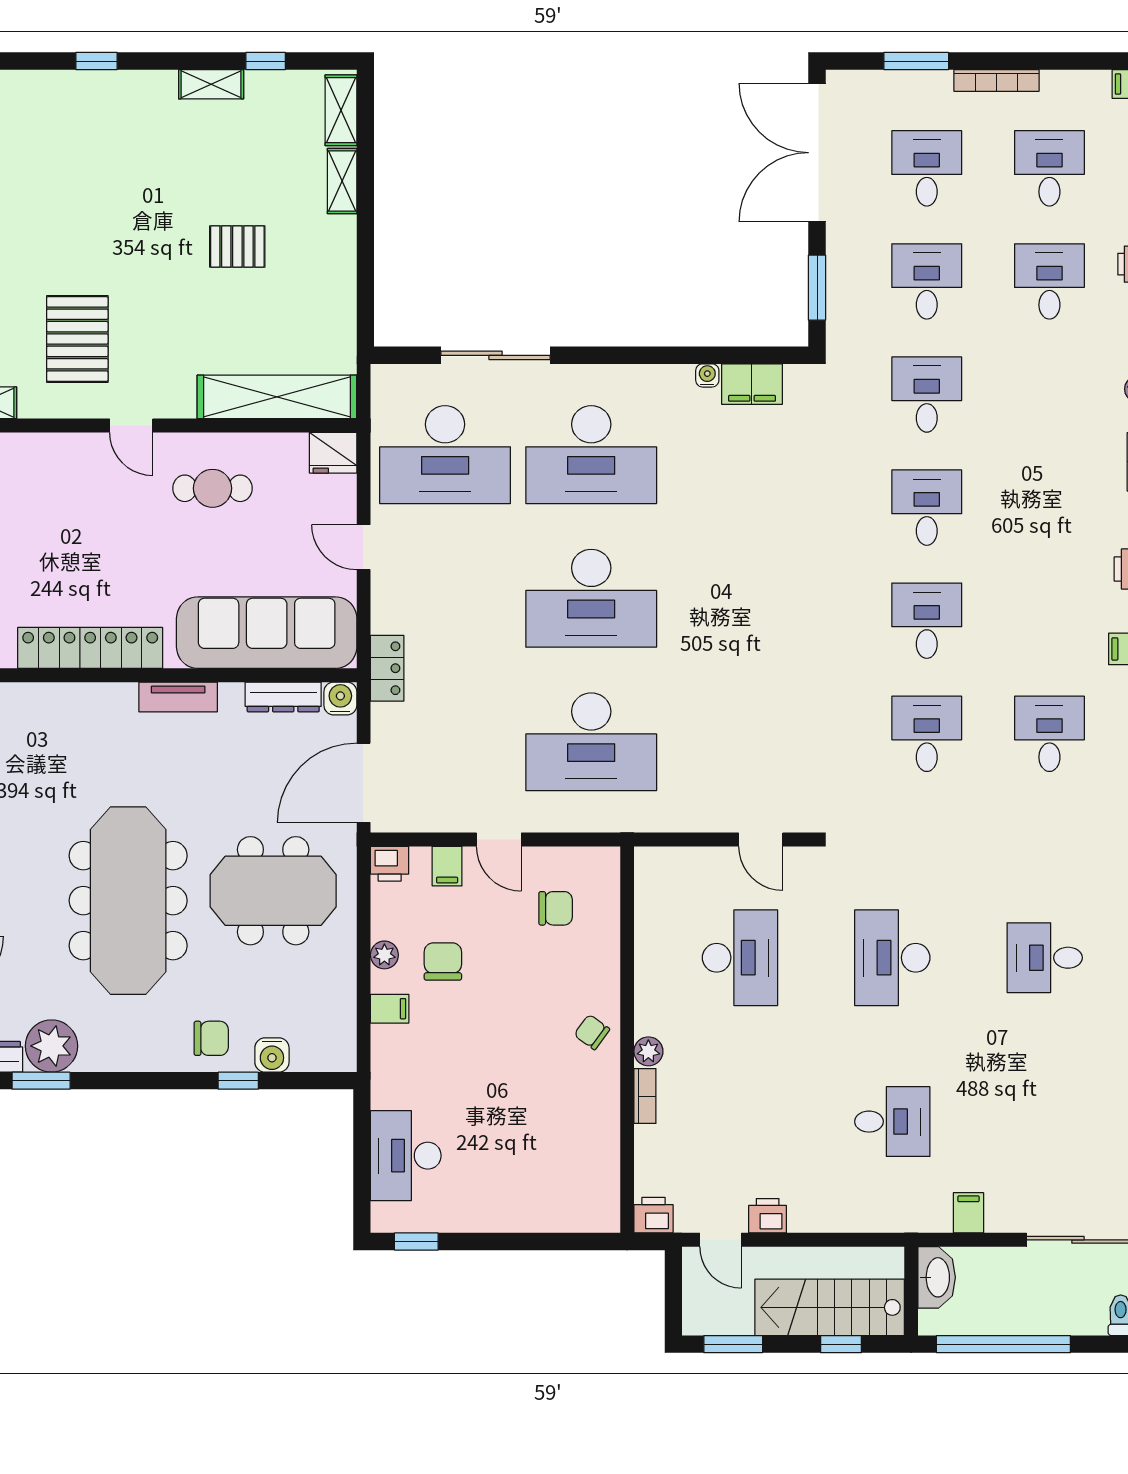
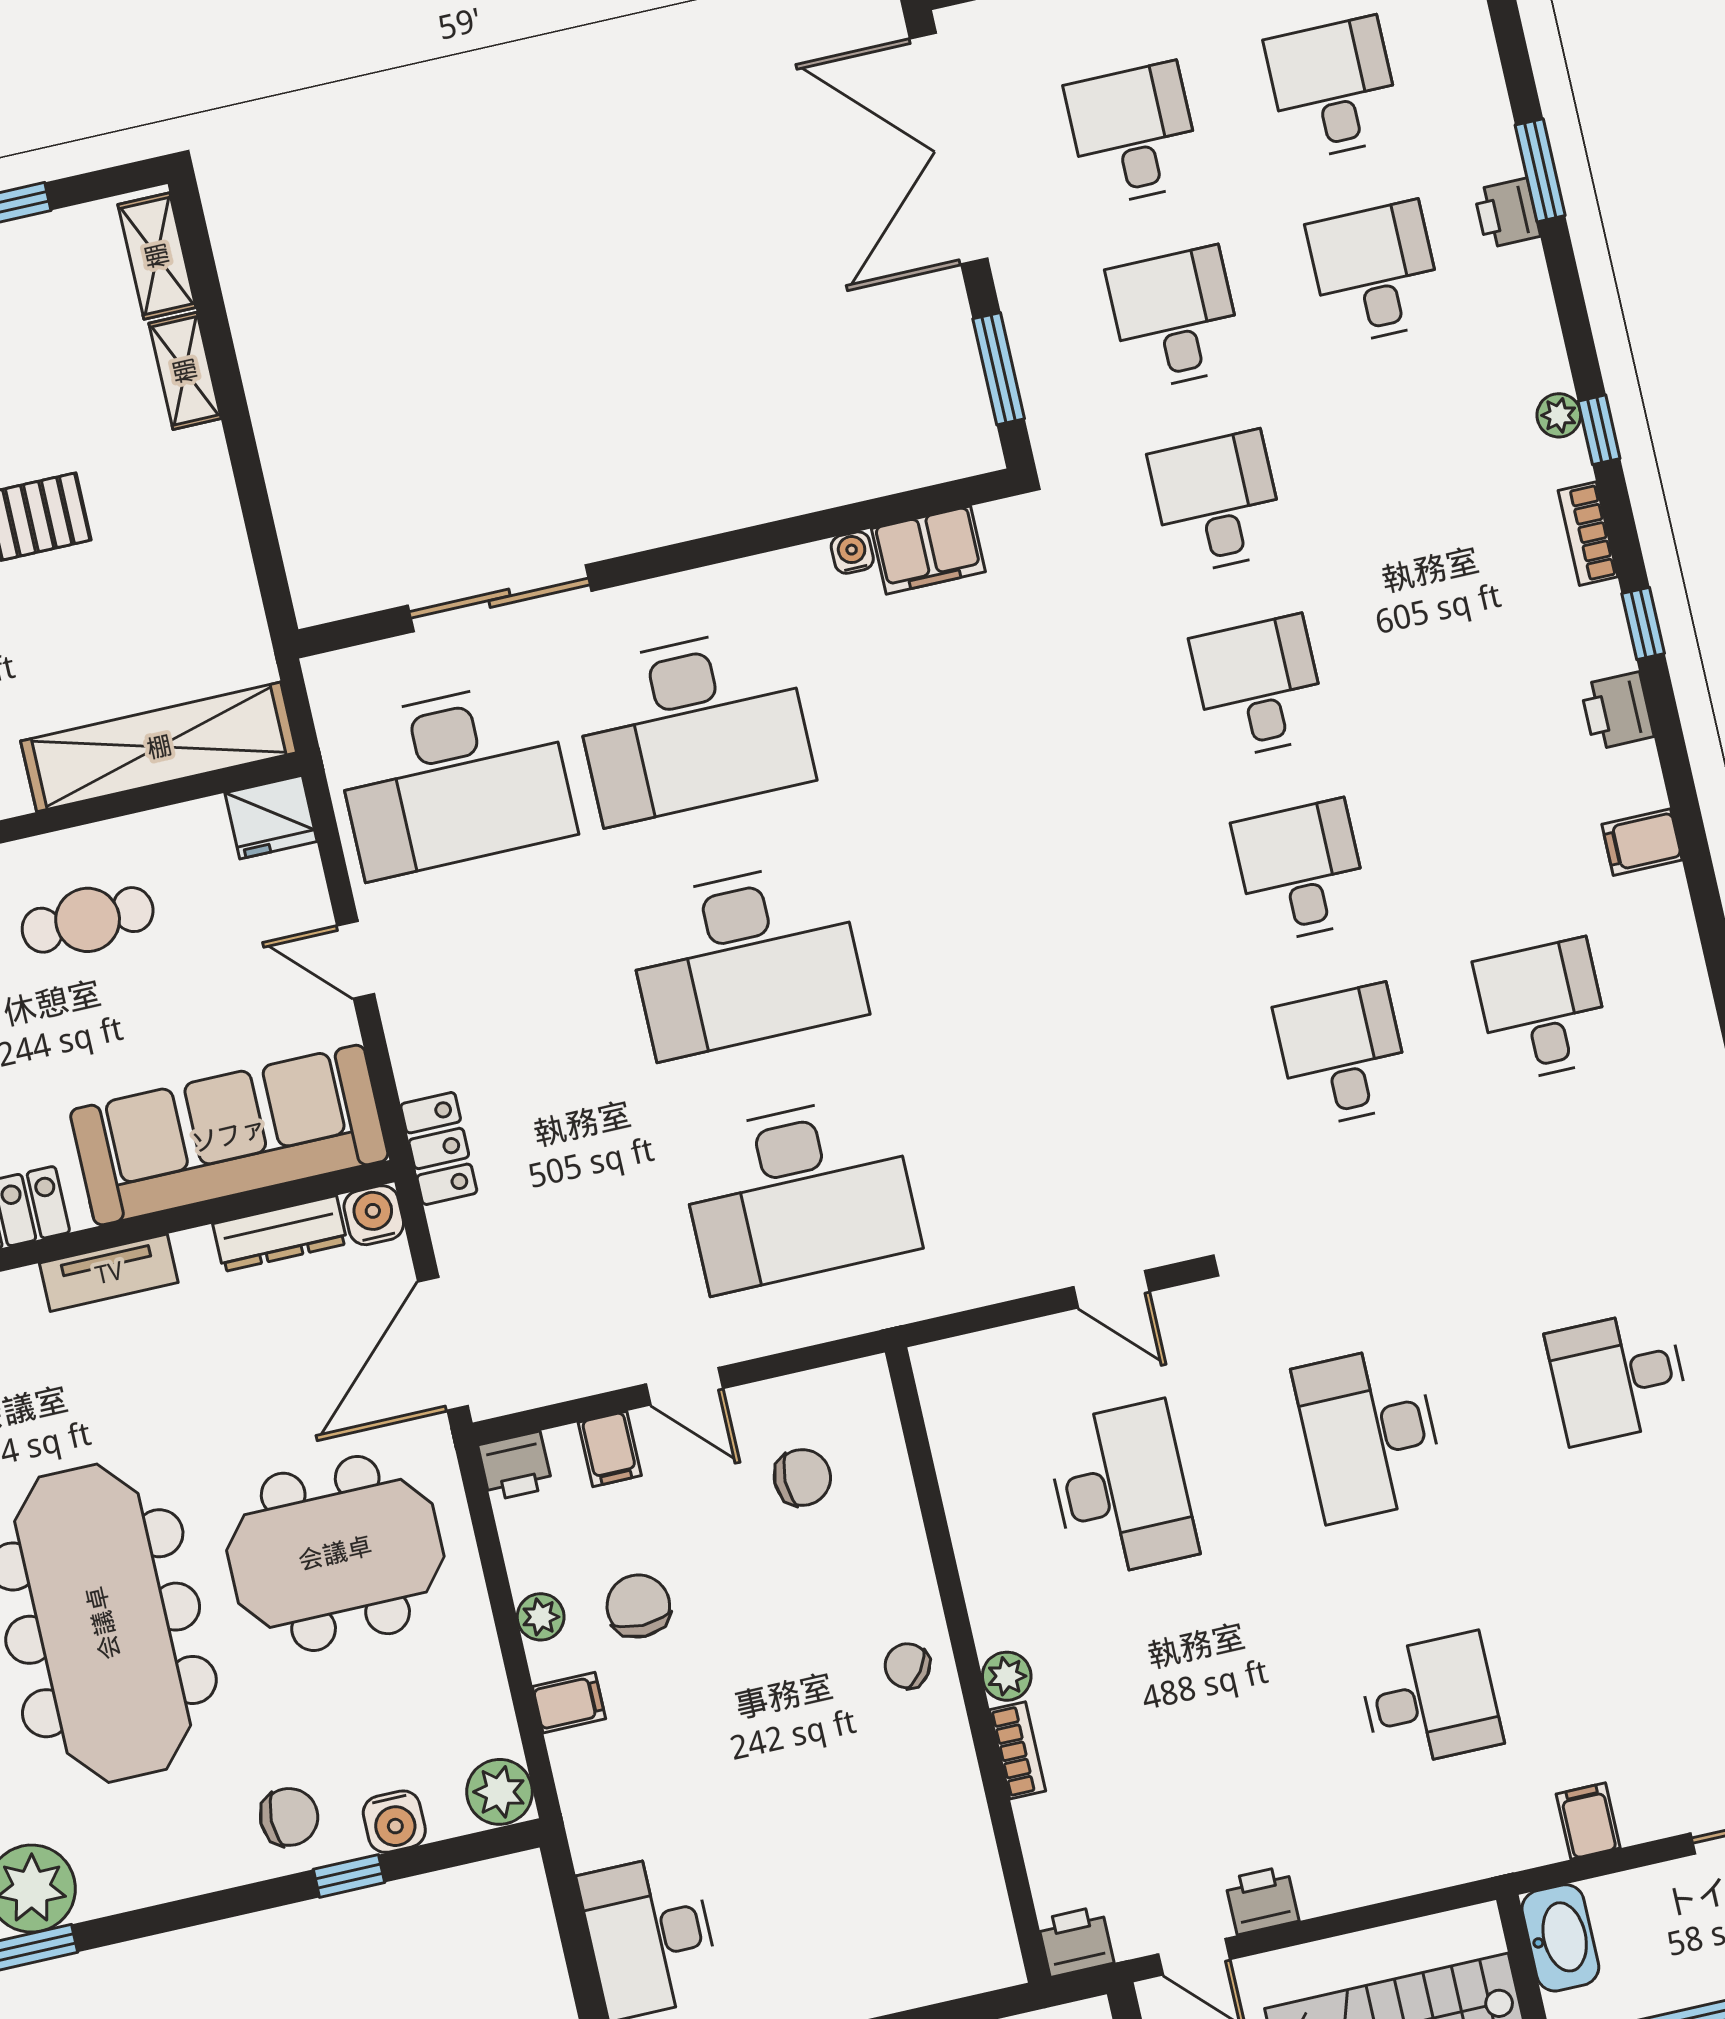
plant: (337, 1052) -> (500, 1792), added

